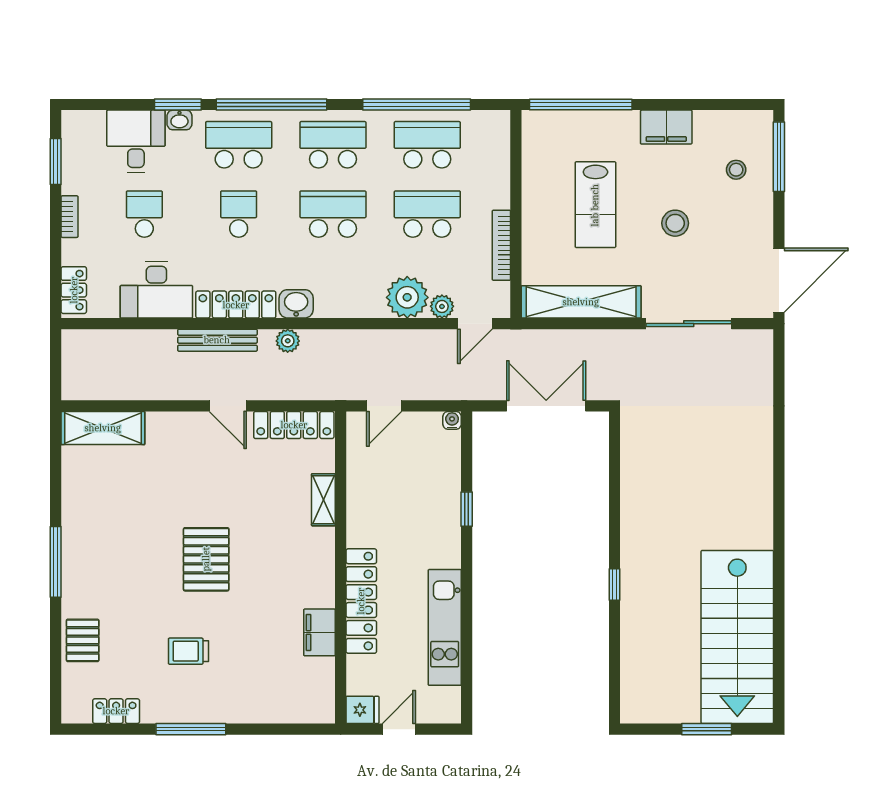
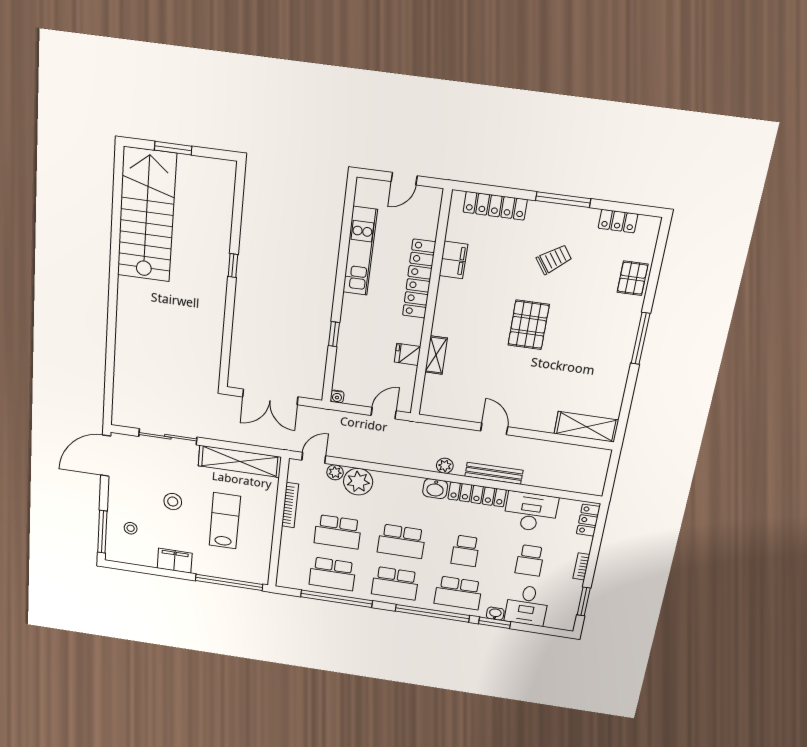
locker: (294, 425) -> (495, 206), moved, turned 180
trolley: (188, 651) -> (554, 259), turned -36
fridge: (362, 710) -> (407, 354), moved

